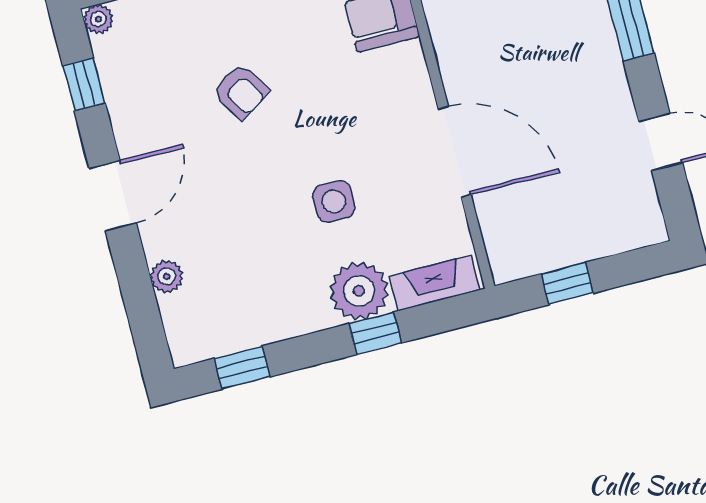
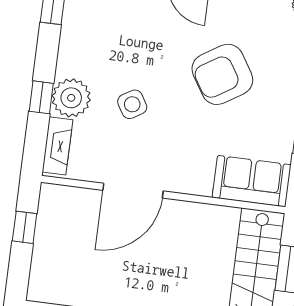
armchair: (241, 91) -> (222, 74), width x1.88, depth x1.88
side table: (334, 201) -> (132, 104), turned -31

